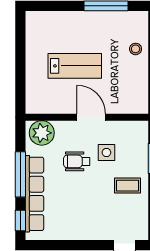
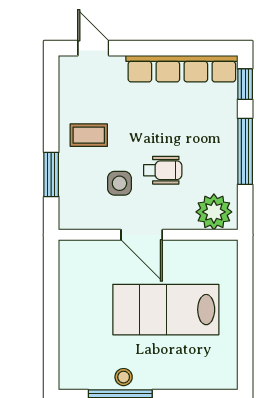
stool: (136, 49) -> (124, 377), moved
lab bench: (75, 66) -> (166, 310), width x1.36, depth x1.39
row of seats: (34, 194) -> (182, 69), moved, turned -90

